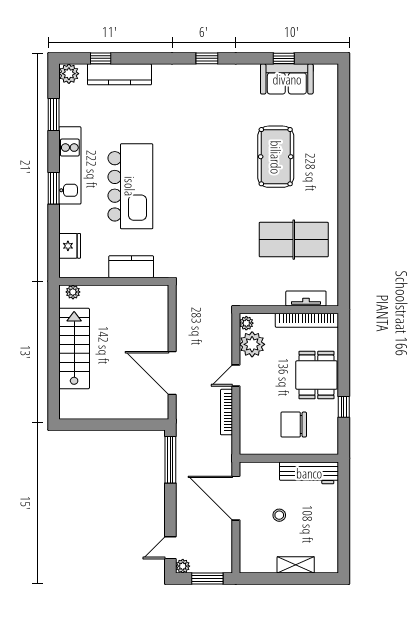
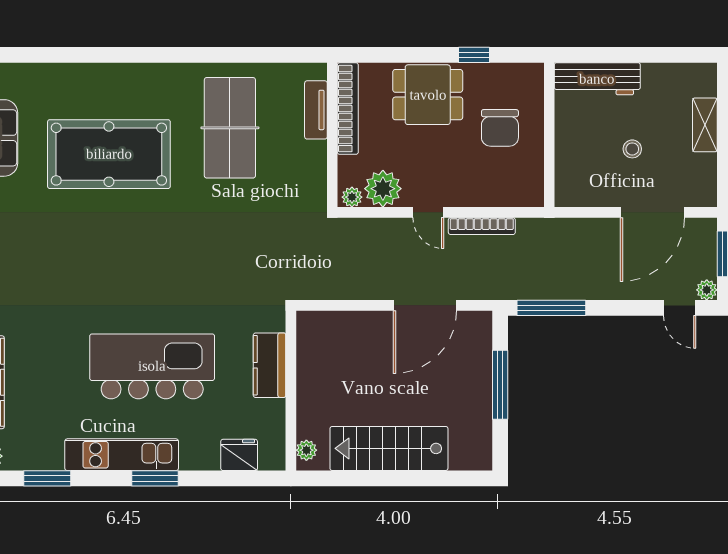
pool table: (276, 157) -> (109, 154), width x1.36, depth x1.32
window: (118, 425) -> (500, 385), added
workbench: (309, 473) -> (597, 79), moved, turned 90
door: (236, 498) -> (652, 212), moved

